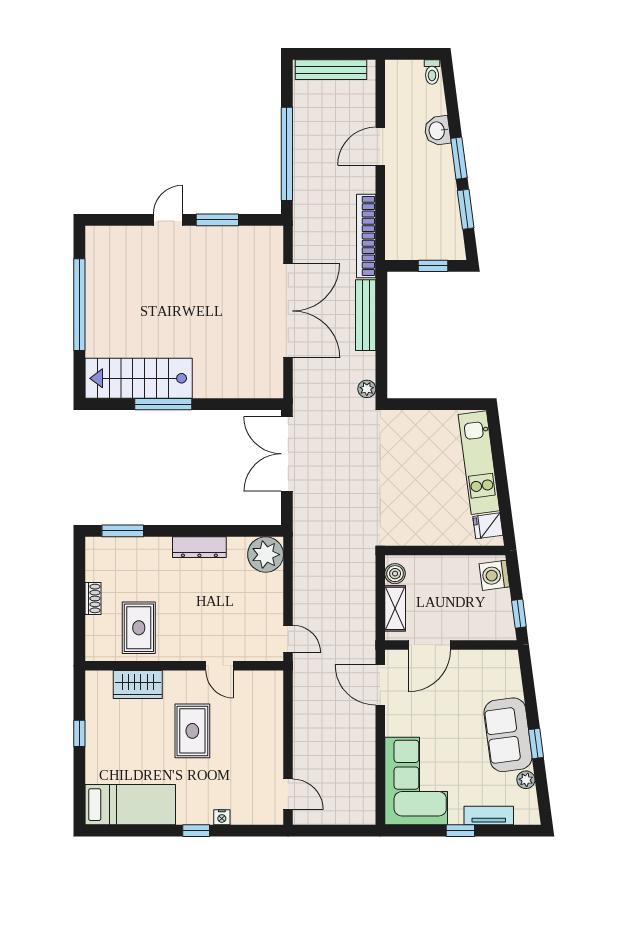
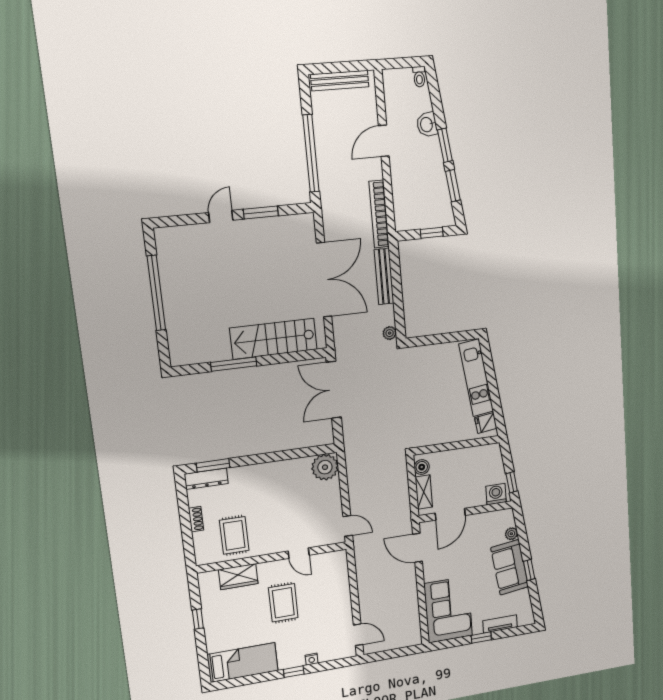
stairs: (139, 378) -> (274, 339), moved
dresser: (199, 547) -> (206, 479), moved
washing machine: (494, 575) -> (496, 494), moved, turned 98
plant: (526, 780) -> (511, 534), moved

